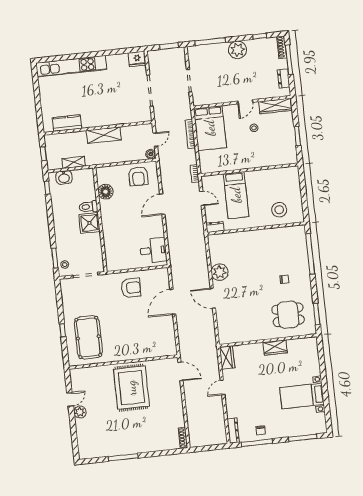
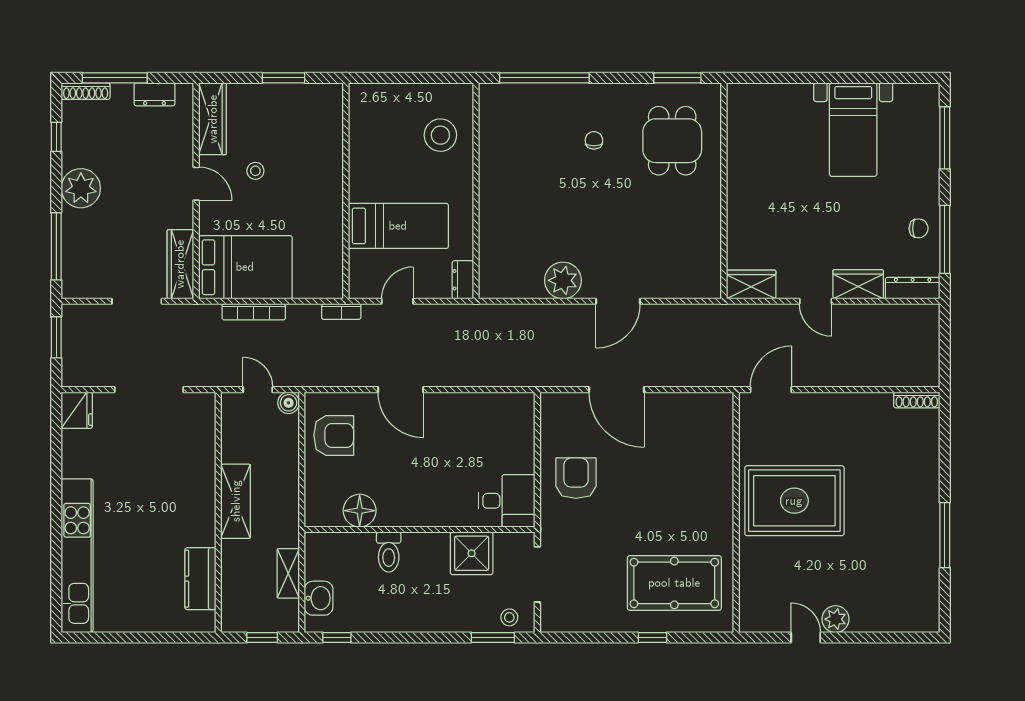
wardrobe: (208, 99) -> (180, 264), added
shower: (89, 223) -> (472, 553), moved
desk: (153, 250) -> (507, 501), moved, turned 90
wardrobe: (275, 348) -> (858, 284), moved, turned -90

